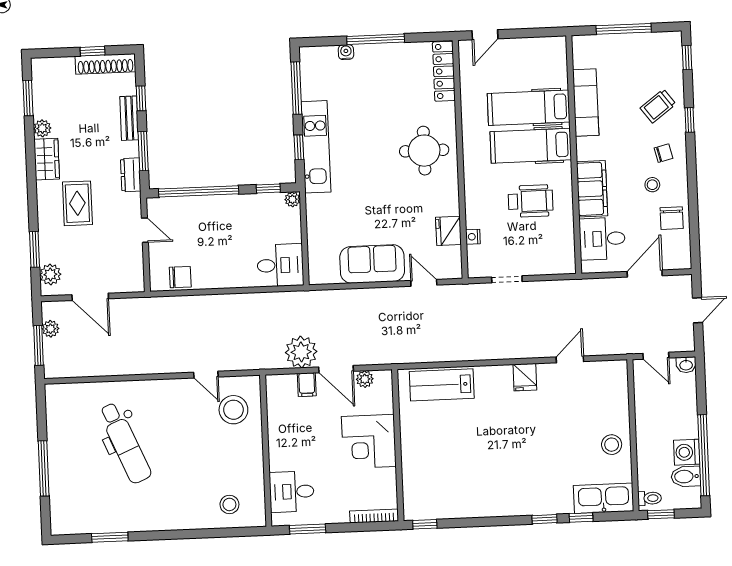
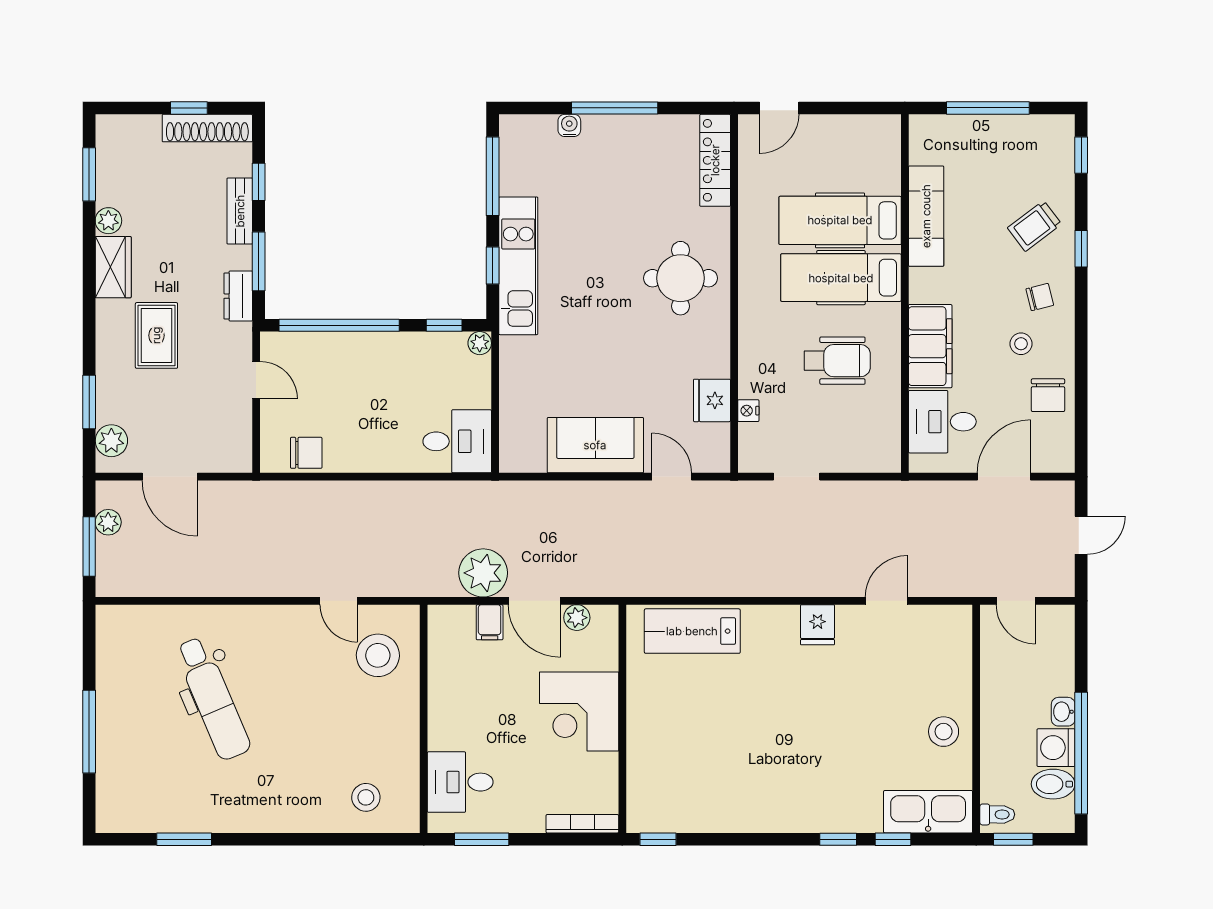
washbasin: (686, 365) -> (1063, 712), moved, turned 90

